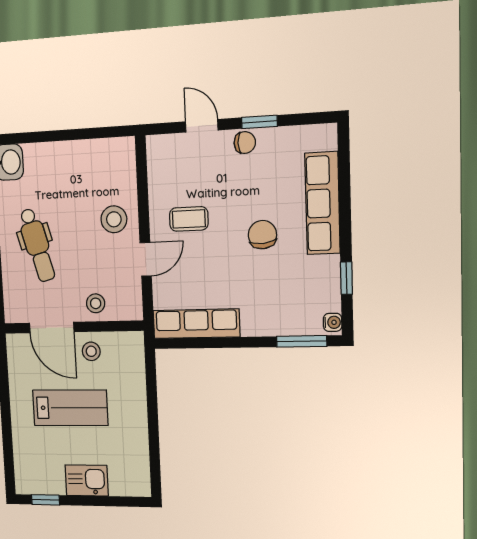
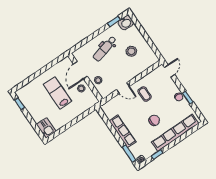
door: (202, 126) -> (169, 71), moved
row of seats: (323, 203) -> (175, 133), width x1.36
stool: (114, 219) -> (131, 51), moved
row of seats: (196, 324) -> (123, 131), moved
lab bench: (70, 408) -> (57, 93), turned 180
kitchen sink: (87, 480) -> (46, 128), moved

